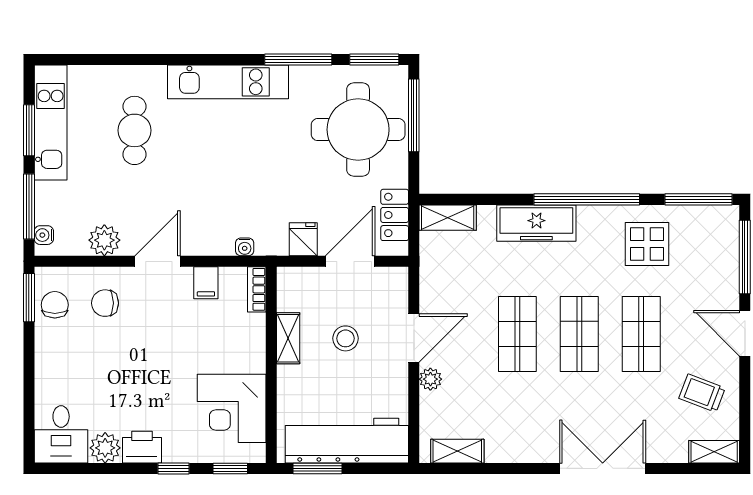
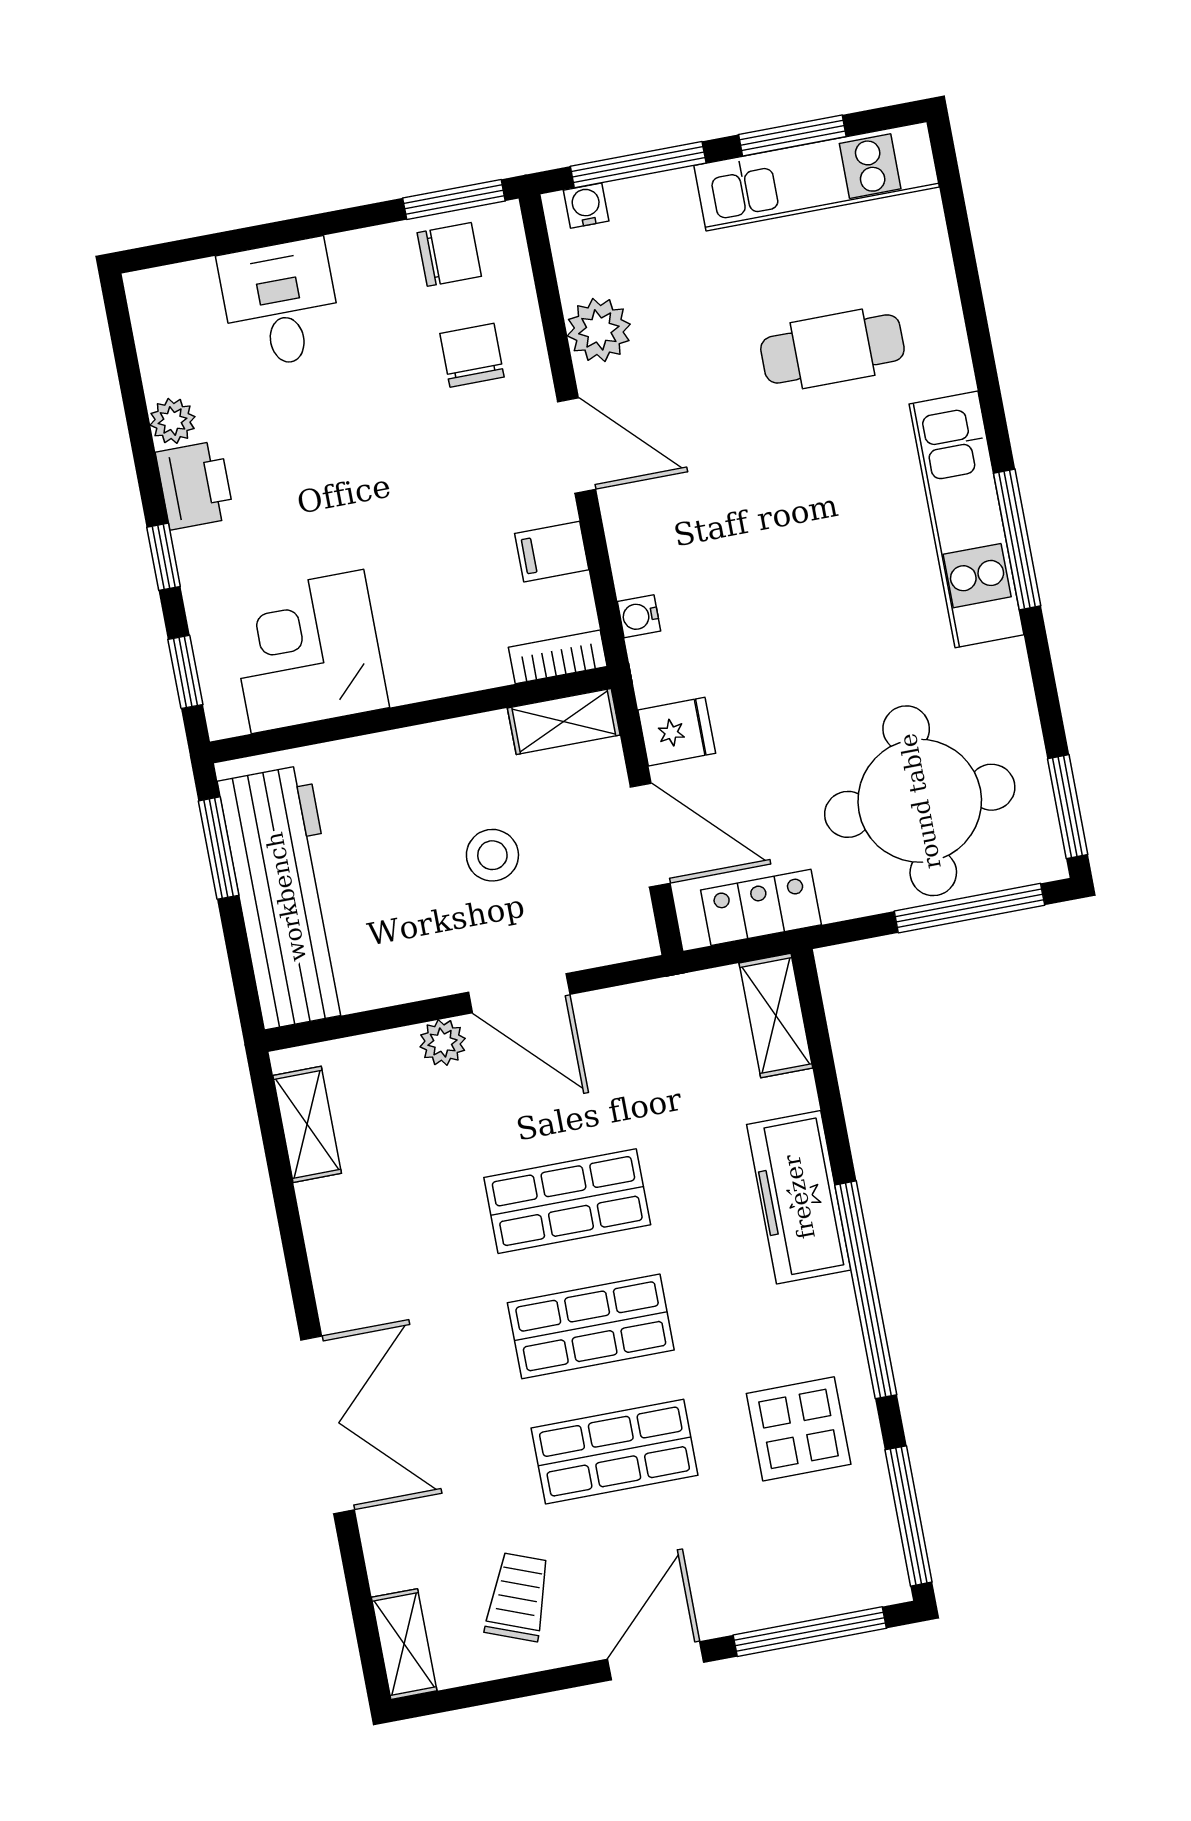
window: (298, 59) -> (1017, 539), moved
shelving: (288, 338) -> (564, 721), moved
desk: (61, 434) -> (280, 304), moved, turned 90
plant: (105, 448) -> (173, 421), width x0.73, depth x0.73

